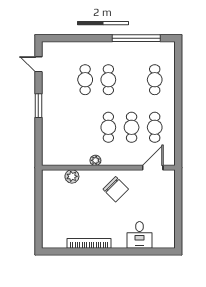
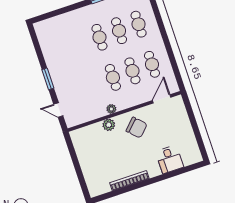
door: (38, 64) -> (58, 110), moved
cafe table: (85, 80) -> (119, 31), moved
plant: (72, 176) -> (109, 125), moved

